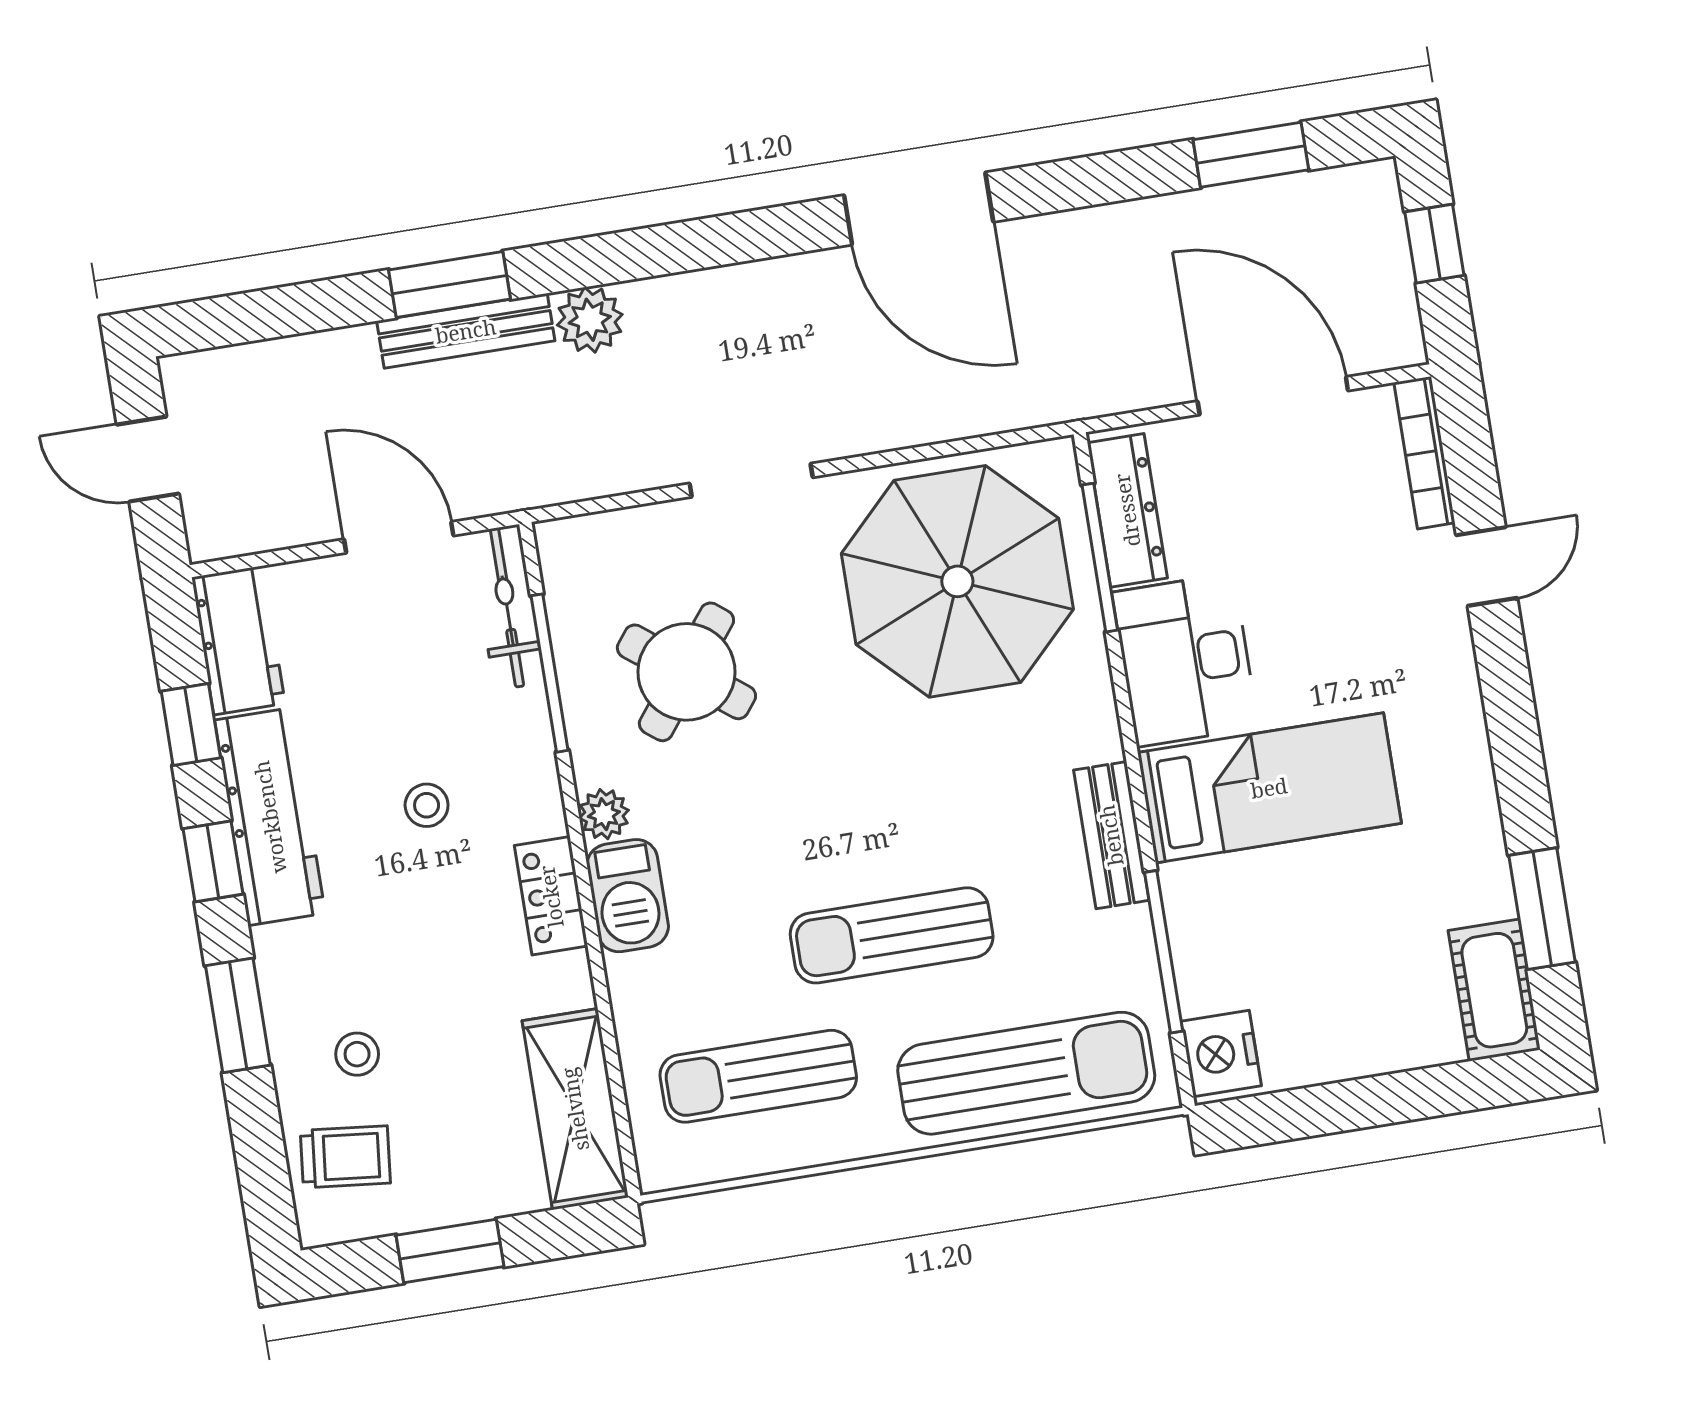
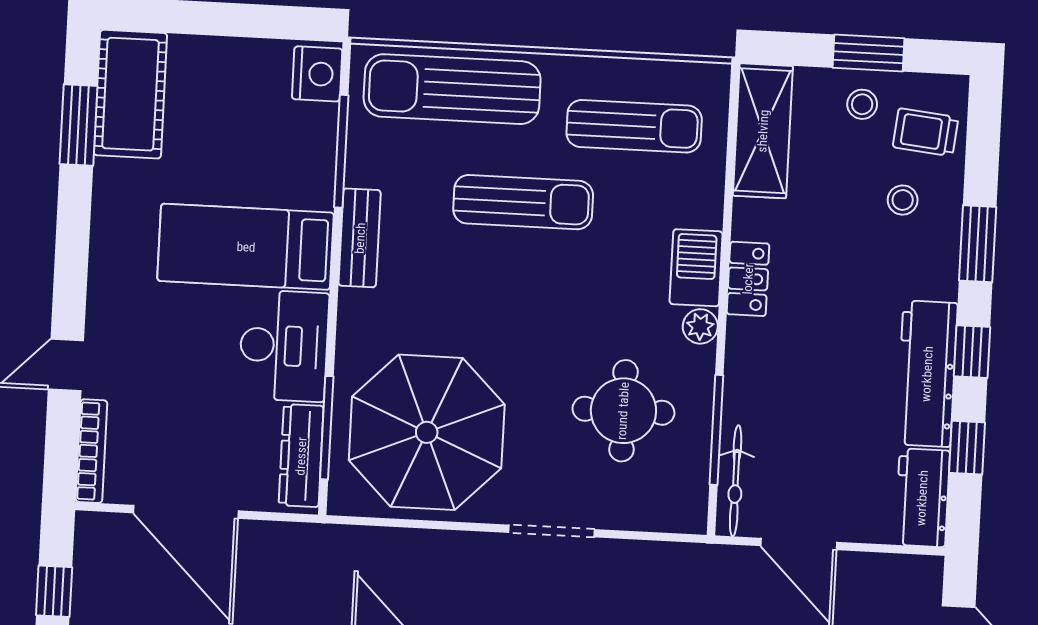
round table: (686, 672) -> (623, 411), turned -38
stool: (427, 805) -> (862, 104), moved
cot: (1494, 990) -> (130, 94), width x1.37, depth x1.34

